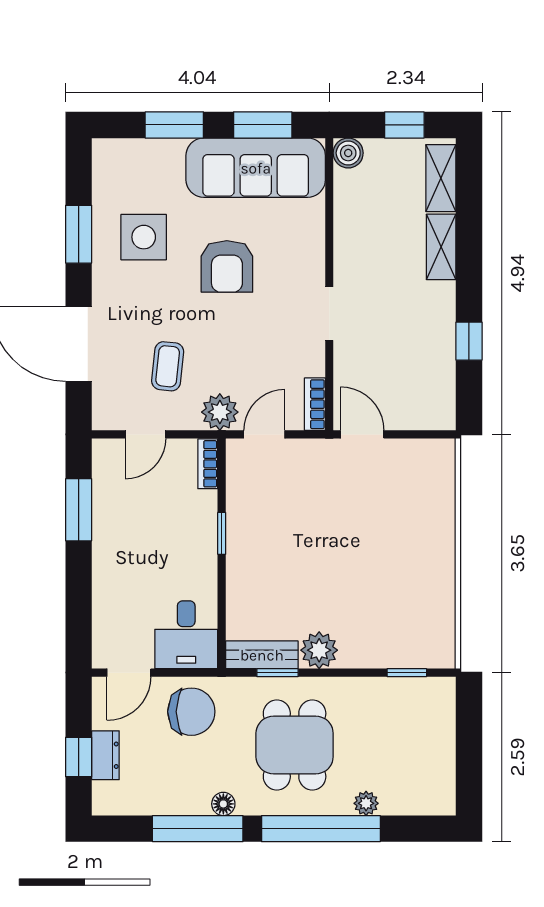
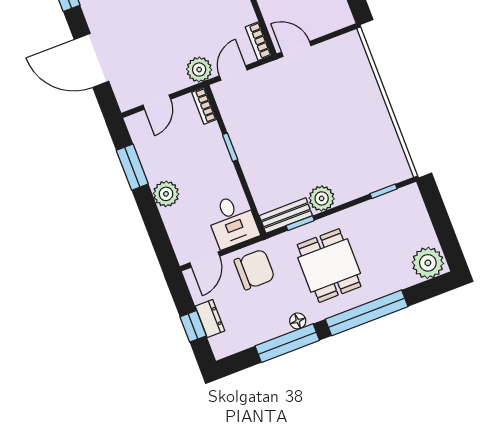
coffee table: (168, 366) -> (154, 53), removed
plant: (111, 563) -> (166, 194), added
plant: (366, 803) -> (428, 263), moved, width x1.88, depth x1.88

